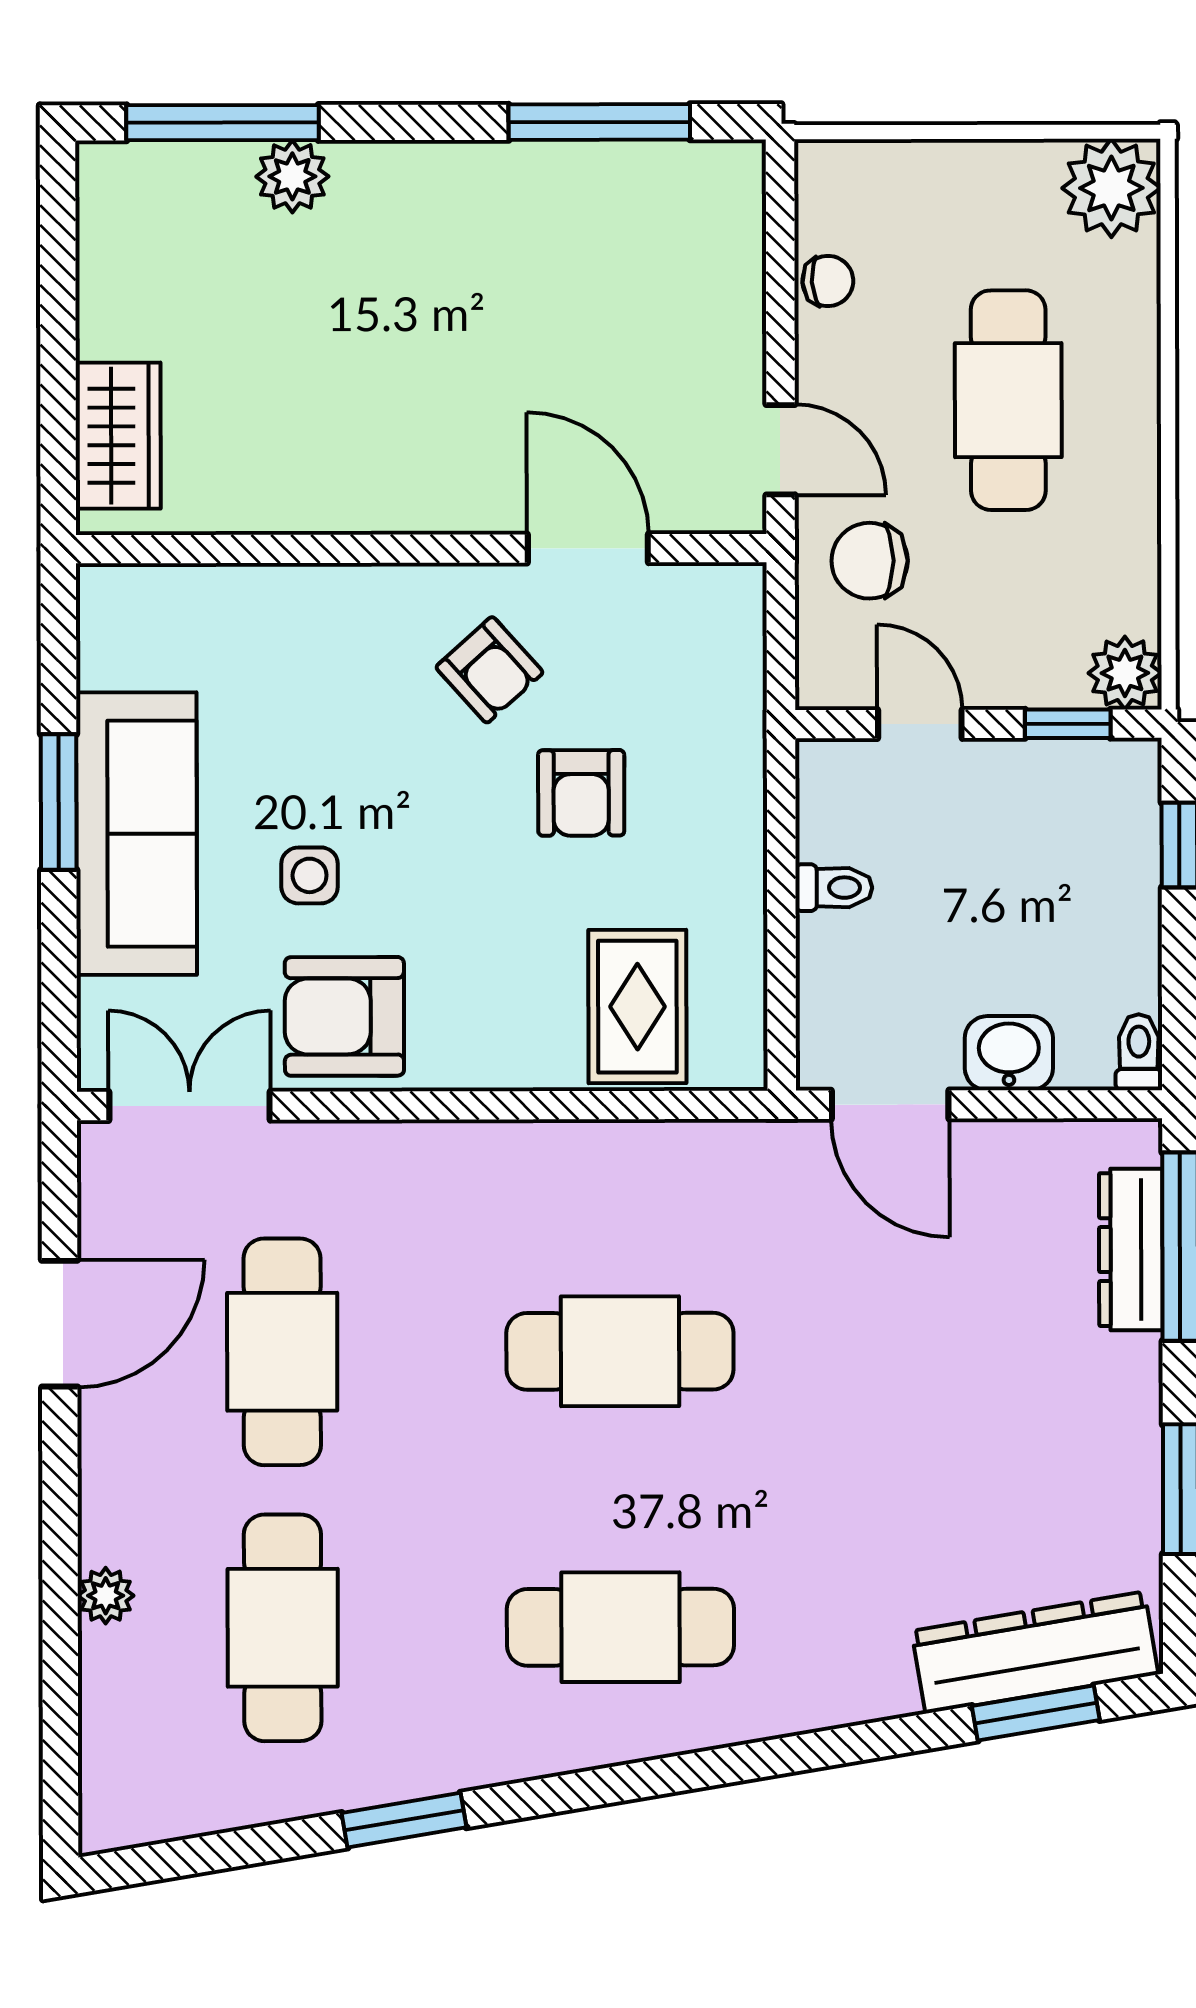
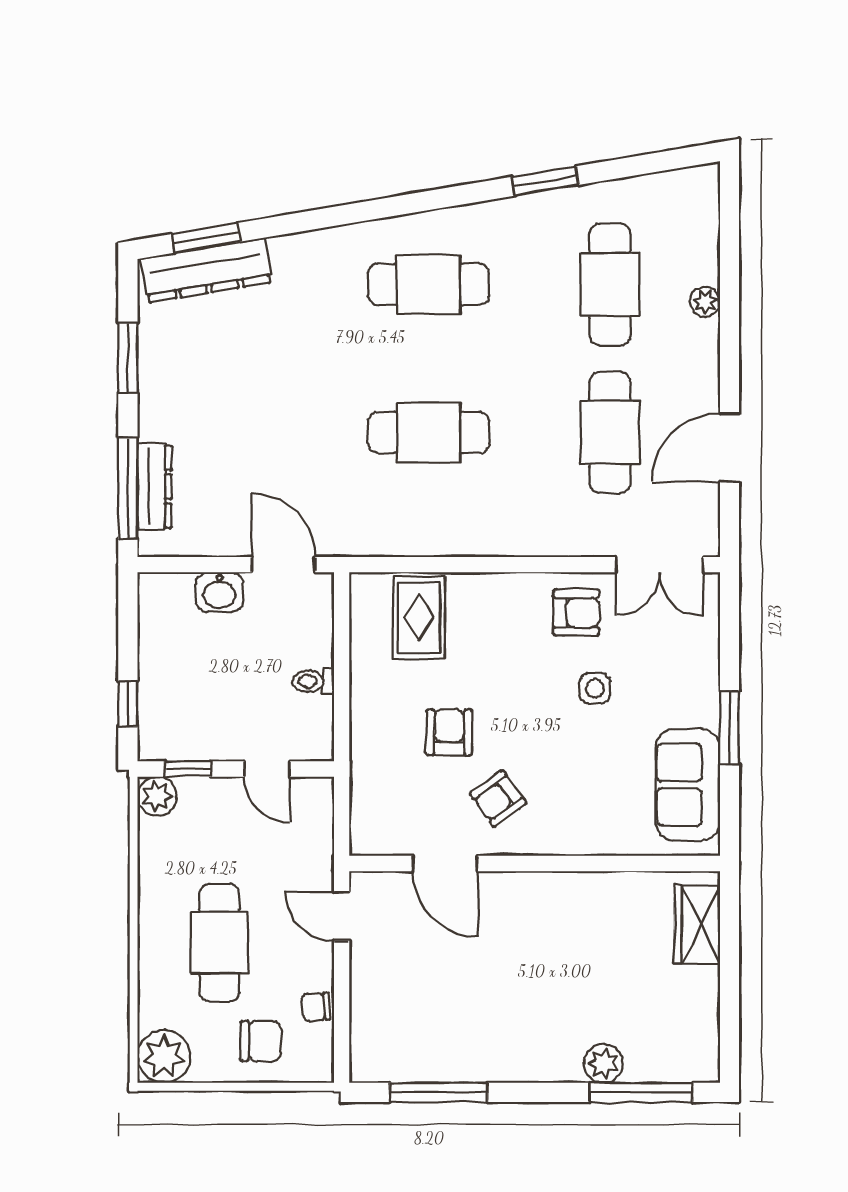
chair: (870, 561) -> (261, 1041), moved
armchair: (489, 670) -> (498, 798), turned -84
sofa: (137, 834) -> (688, 785), moved, width x0.73
armchair: (344, 1016) -> (576, 613), width x0.72, depth x0.72
toilet: (1139, 1052) -> (150, 593), removed

